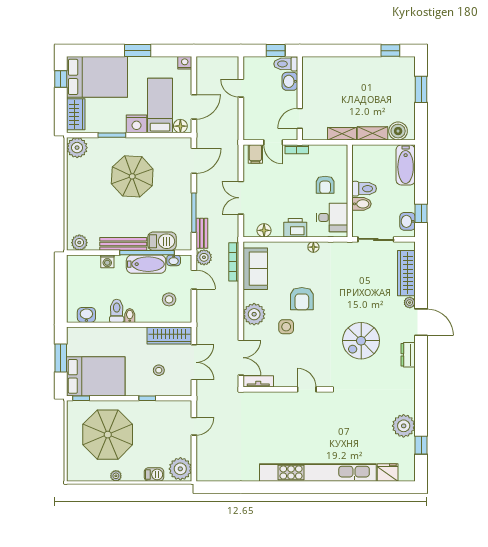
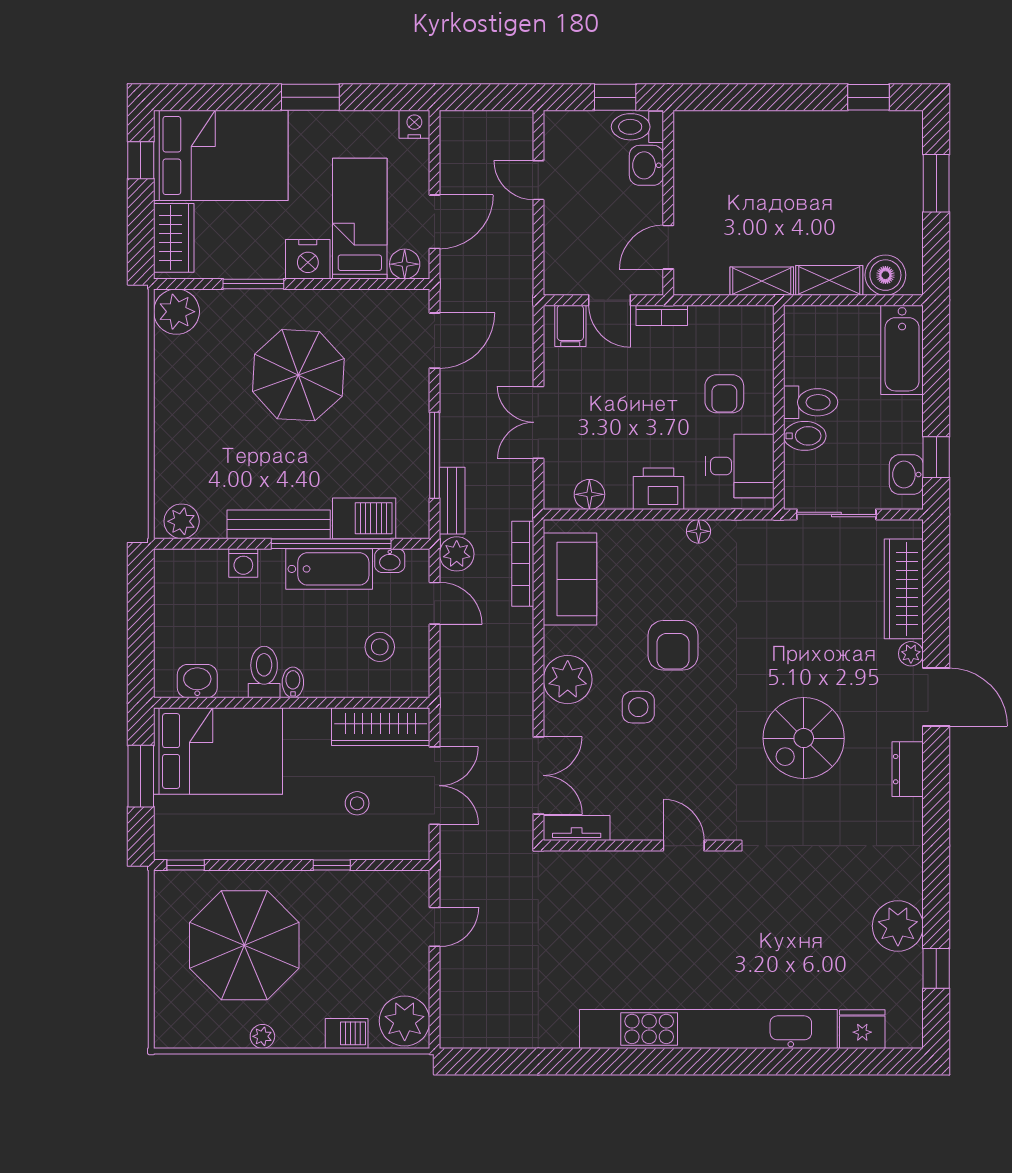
bed: (96, 376) -> (218, 751), moved

